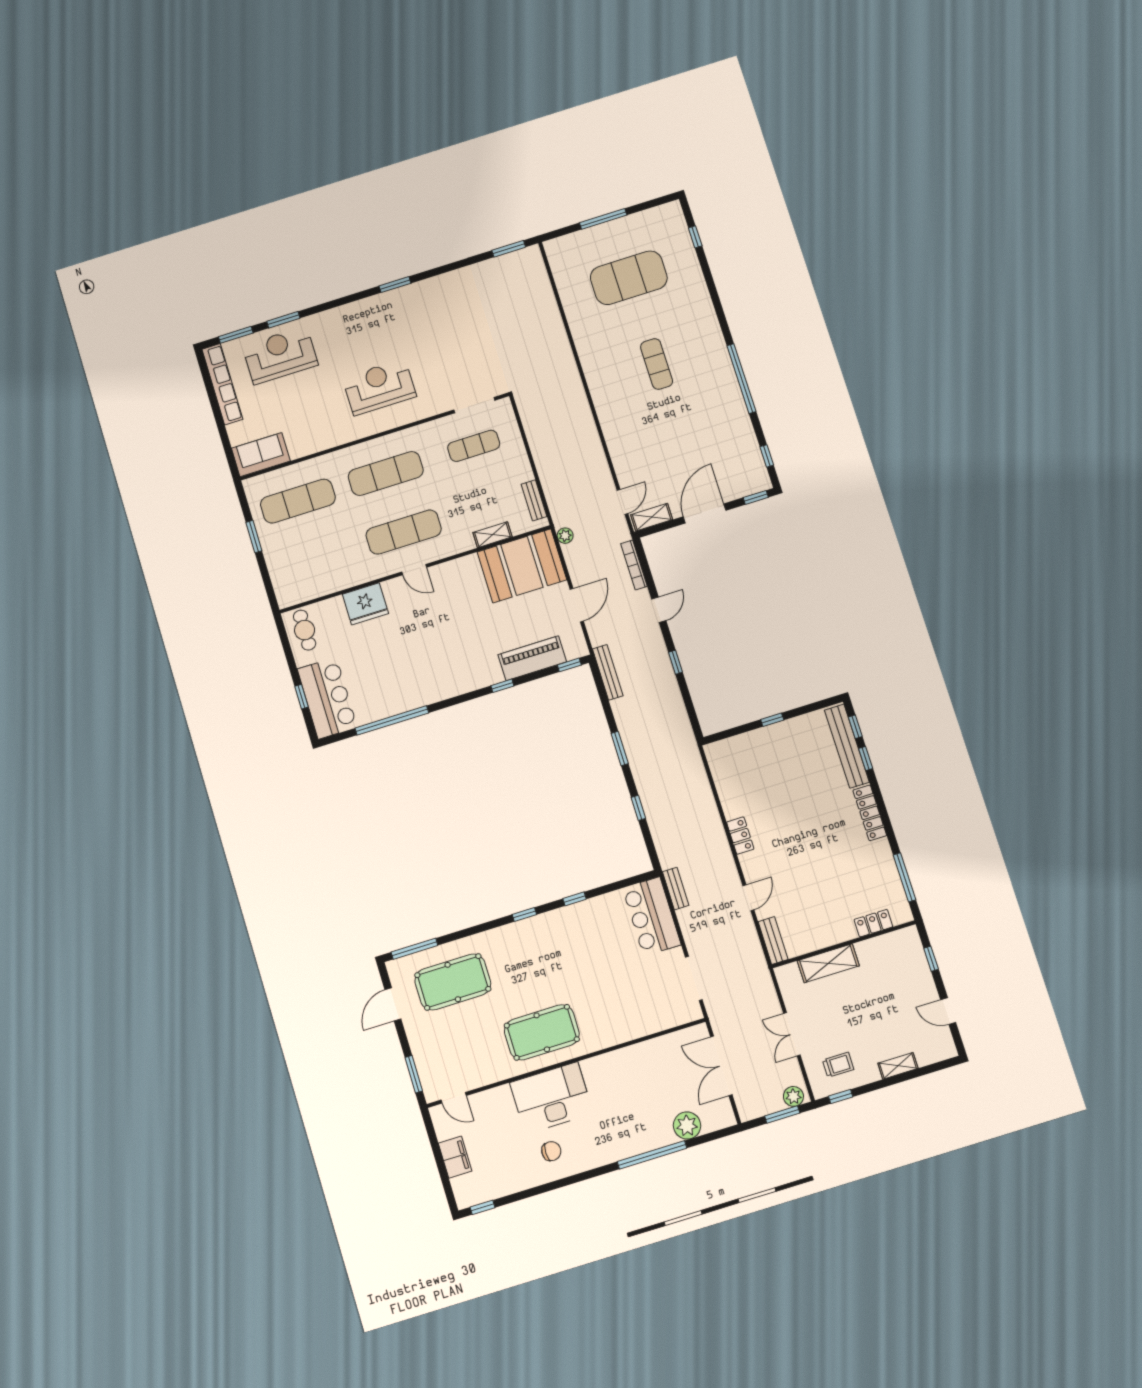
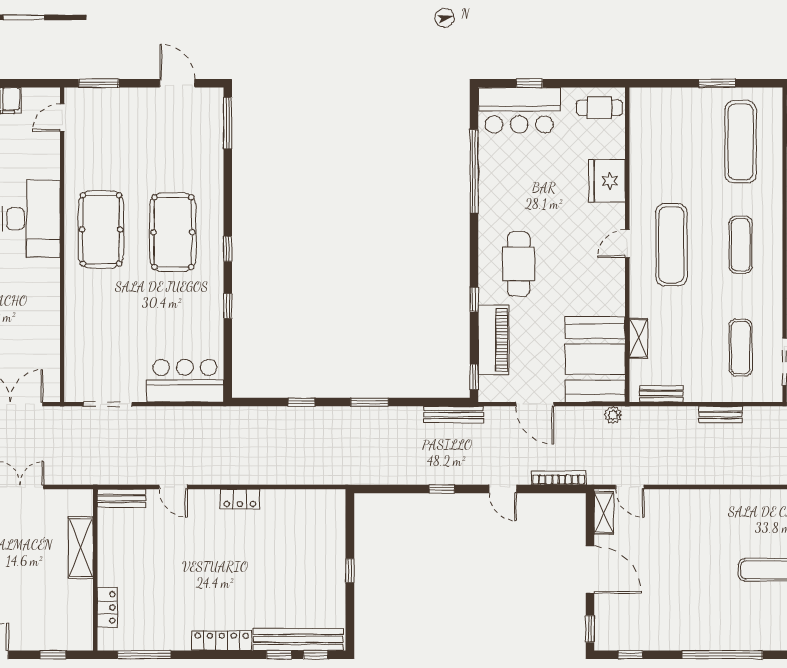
exercise mat: (386, 473) -> (741, 245), width x0.73, depth x0.69
cafe table: (460, 657) -> (519, 264), added
bench: (676, 889) -> (721, 415), moved
pool table: (453, 982) -> (173, 232), moved

